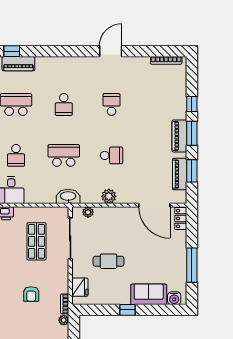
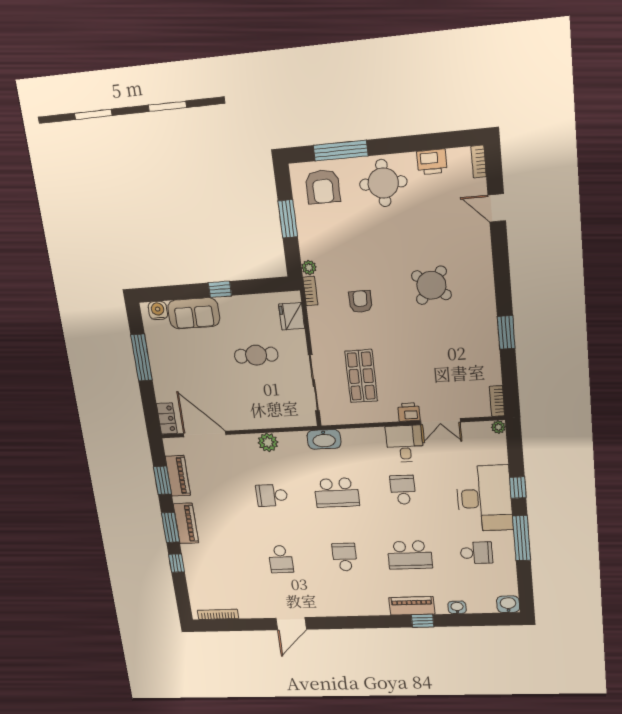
plant: (88, 212) -> (294, 420), removed

